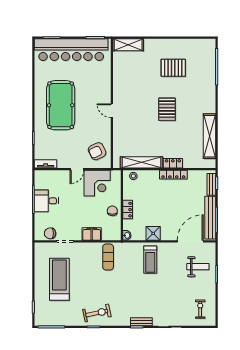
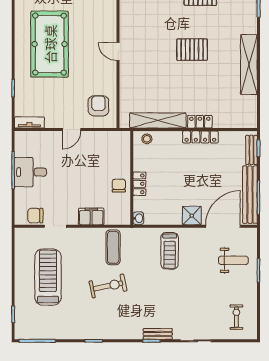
pallet: (167, 109) -> (192, 50), turned 90
shelving: (209, 136) -> (249, 65), moved
armchair: (97, 151) -> (98, 106), turned 116
corner desk: (97, 183) -> (98, 148), removed
shower: (153, 233) -> (192, 216), moved
exercise bike: (97, 313) -> (108, 286), moved

